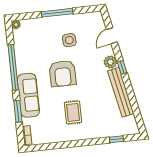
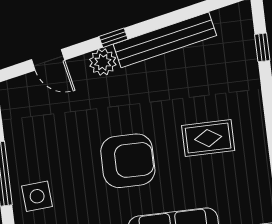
side table: (69, 40) -> (37, 196), moved

